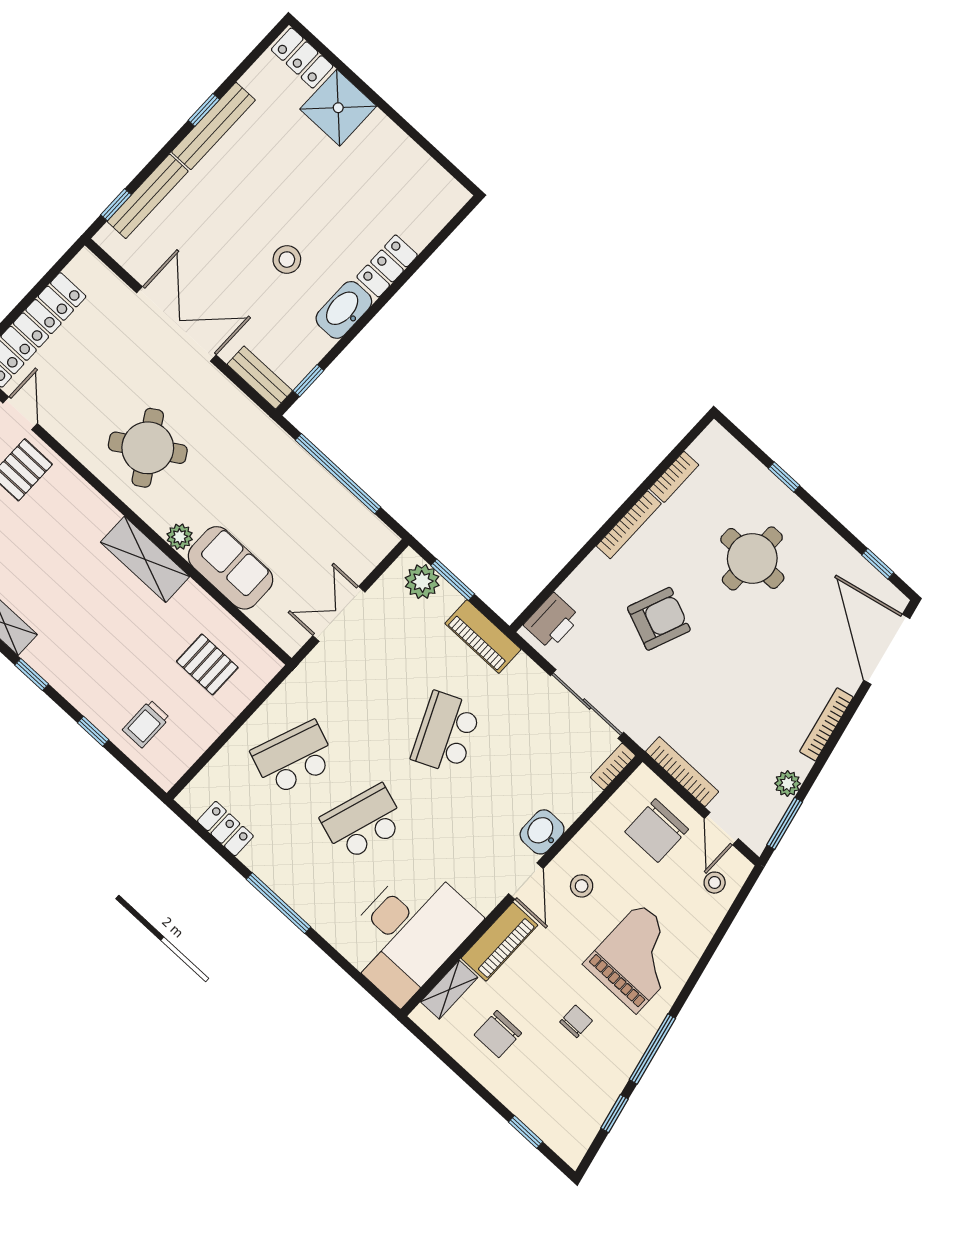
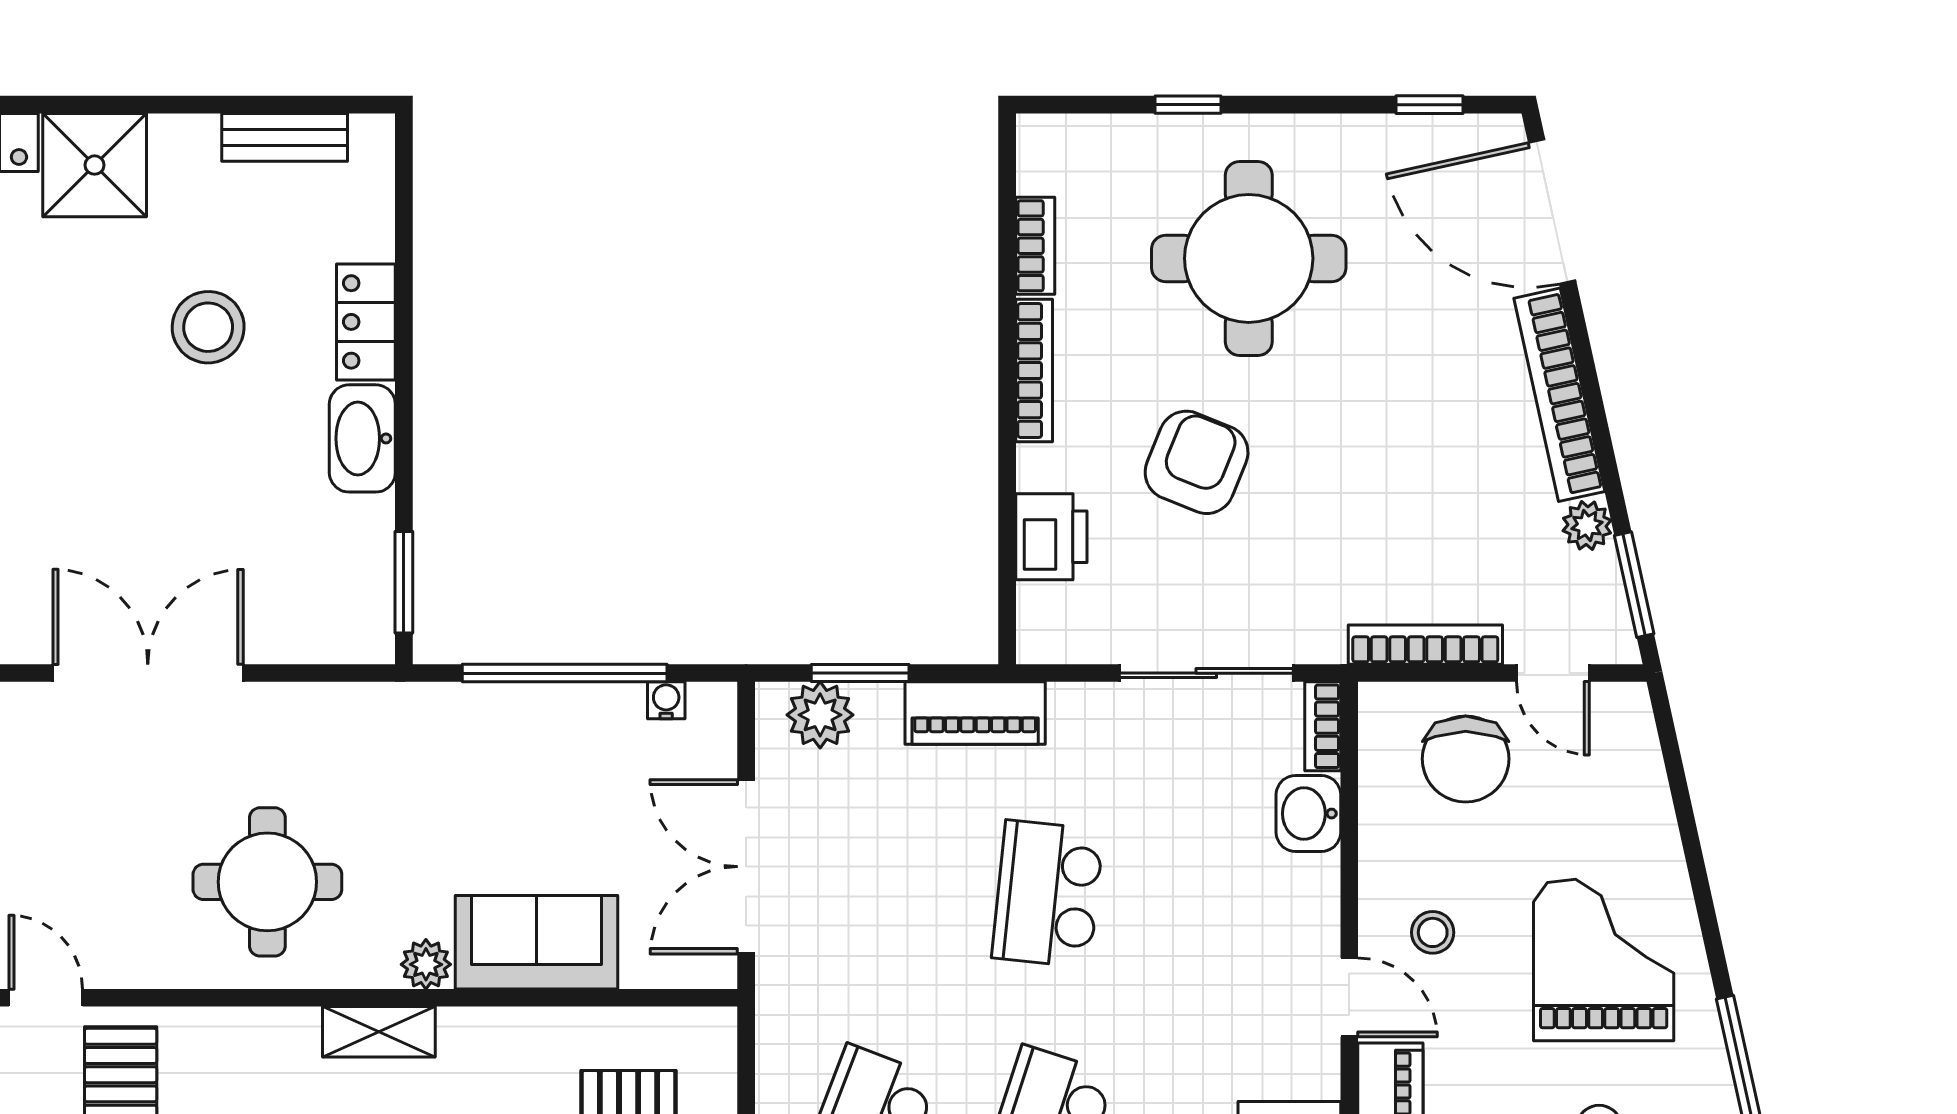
stool: (287, 260) -> (208, 327), moved, width x1.38, depth x1.38
bench: (260, 377) -> (285, 137), moved
window: (308, 381) -> (404, 582), width x1.50
round table: (148, 448) -> (267, 882), turned 32
water cooler: (368, 521) -> (666, 700), added
round table: (752, 558) -> (1249, 258), width x1.36, depth x1.36
shelving: (145, 559) -> (379, 1032), width x0.67, depth x0.75
double door: (339, 614) -> (746, 867), width x1.37
printer: (552, 621) -> (1051, 537), moved
bookcase: (826, 724) -> (1559, 395), width x1.48, depth x1.31
school desk: (446, 733) -> (1048, 894), turned 30
washbasin: (542, 832) -> (1308, 814), moved
stool: (715, 883) -> (1613, 757), removed

